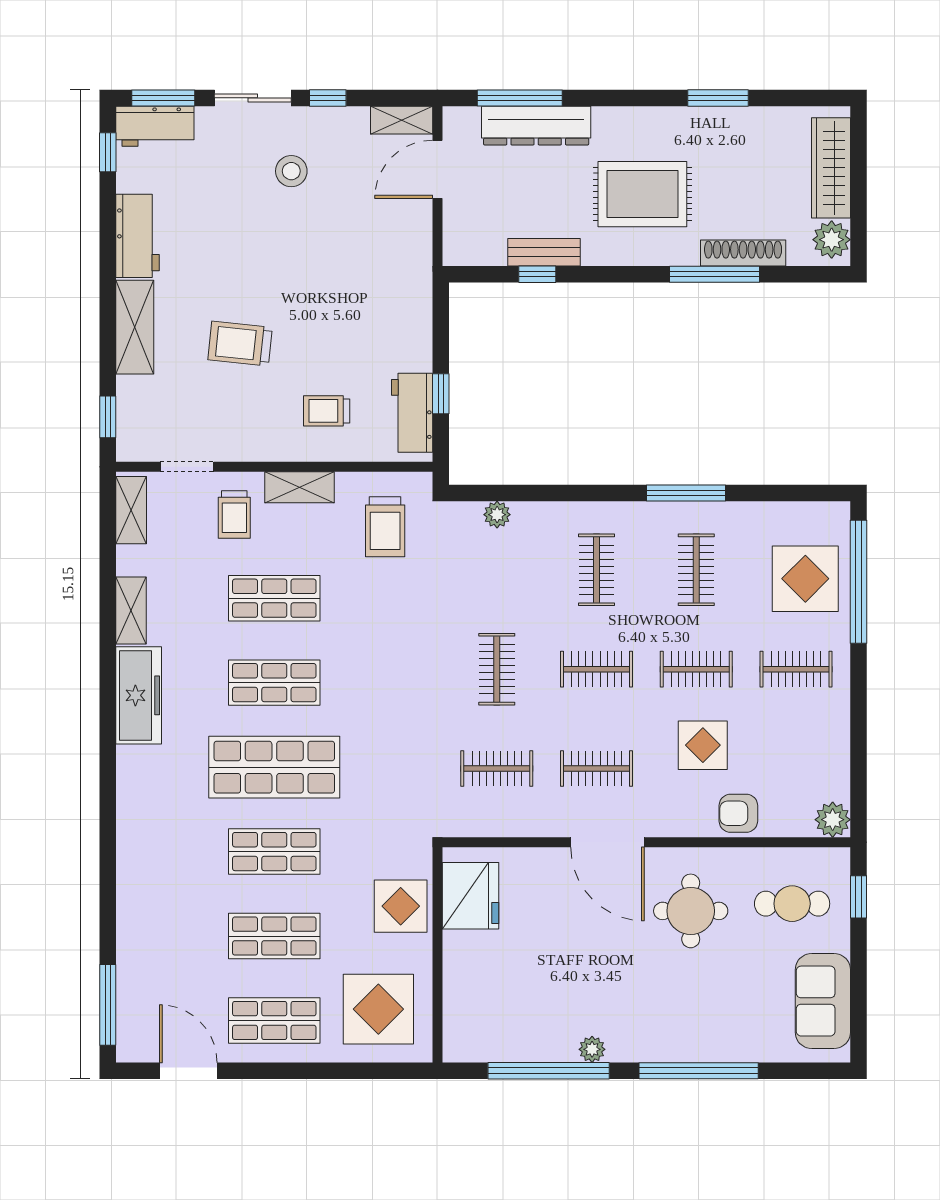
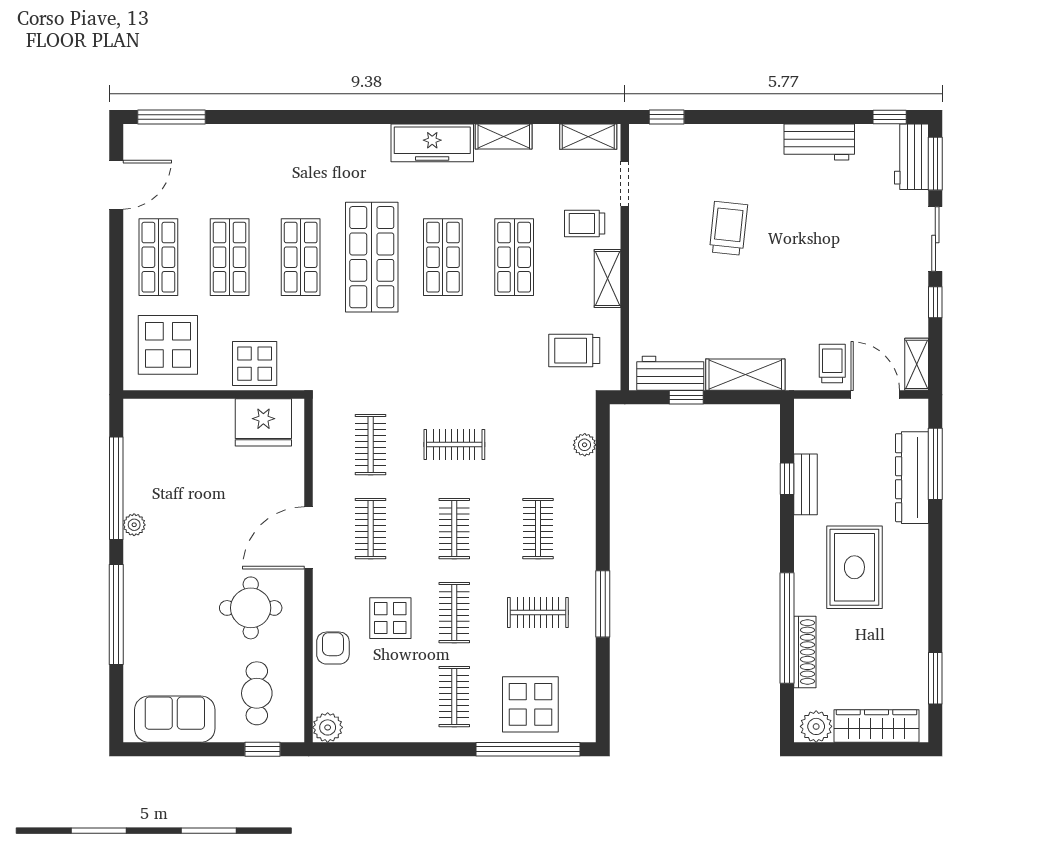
window: (718, 98) -> (935, 678), moved
stool: (291, 171) -> (874, 271), removed
window: (714, 274) -> (787, 628), width x1.46
shelving: (135, 327) -> (745, 375), moved
trolley: (327, 411) -> (832, 363), moved
clothes rail: (597, 570) -> (538, 529), turned 90

